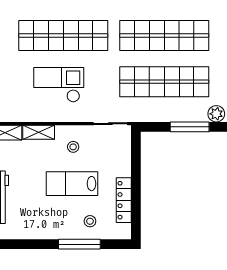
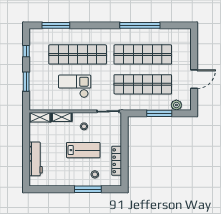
lab bench: (72, 184) -> (83, 150), turned 180

